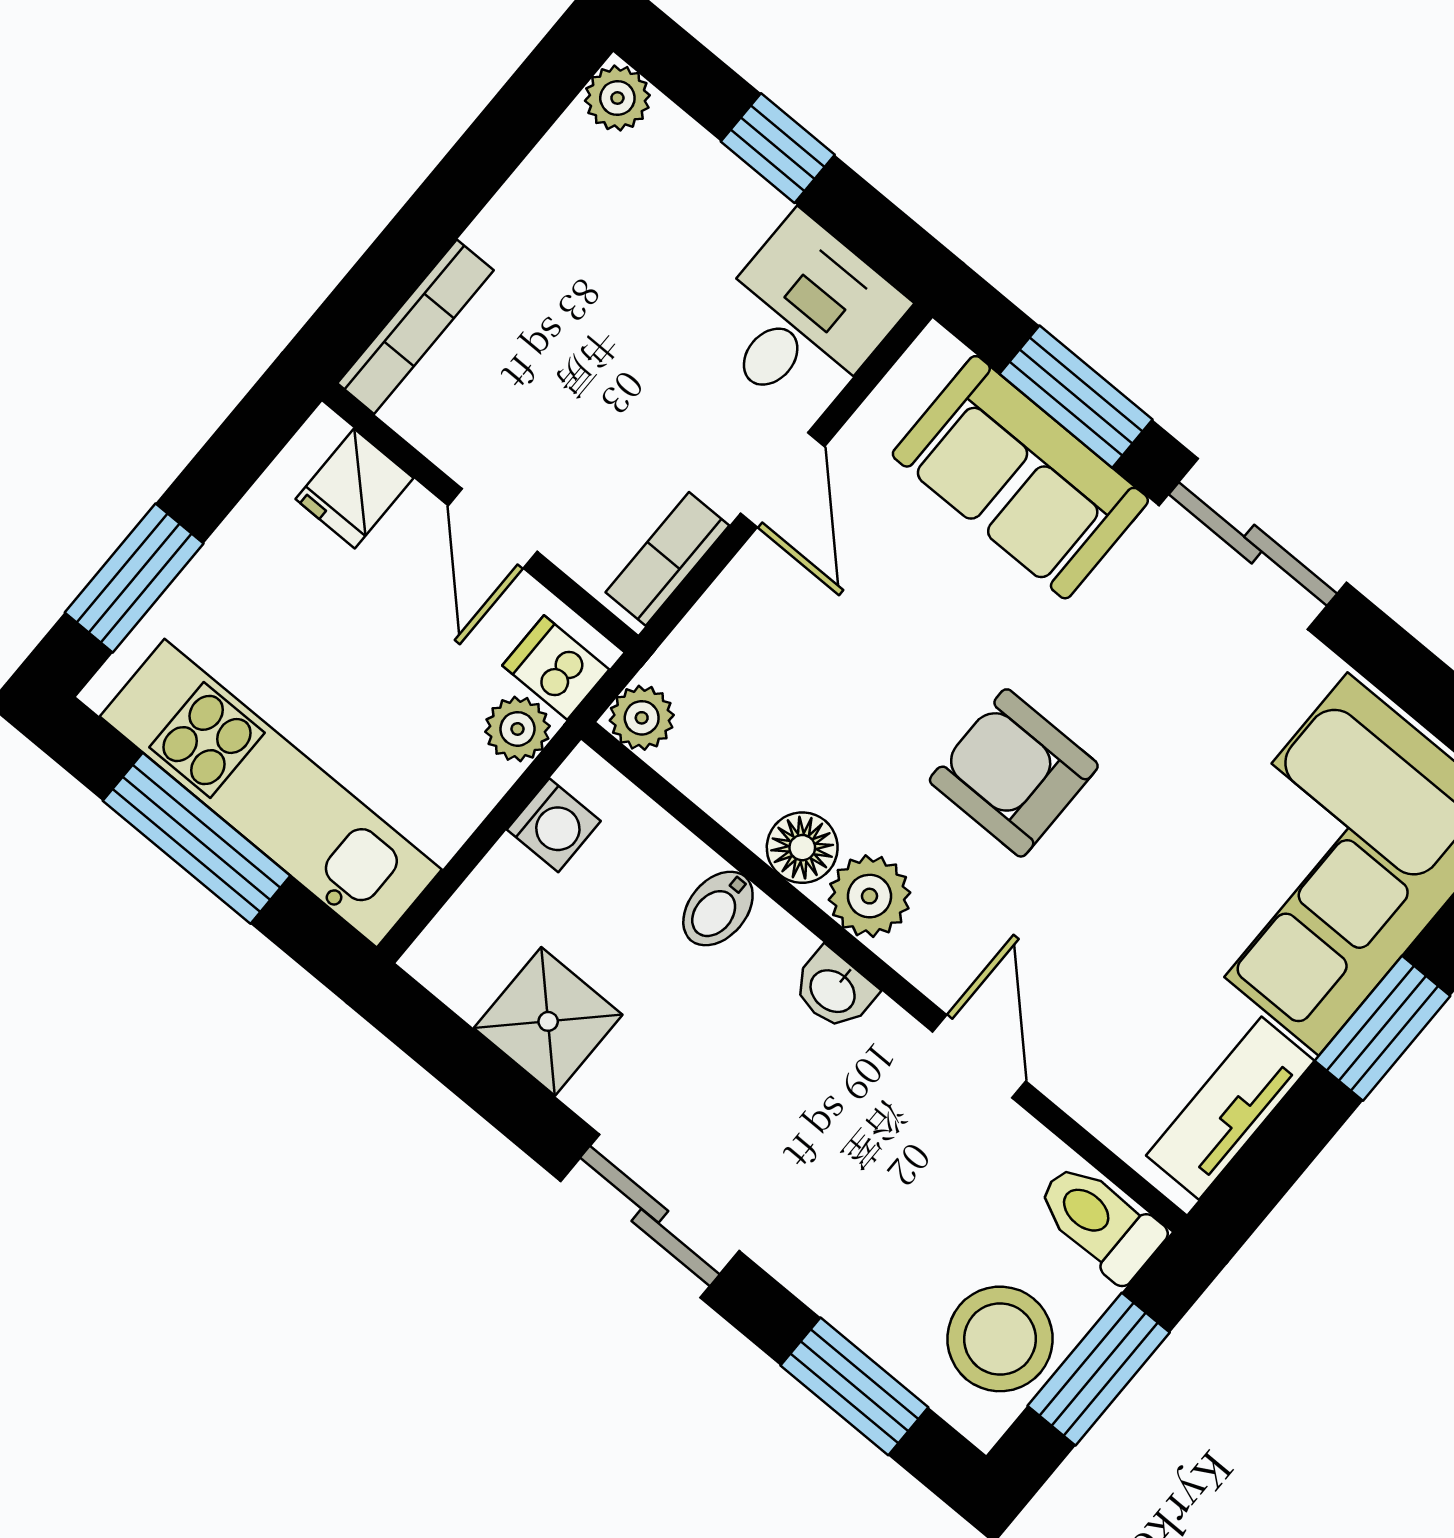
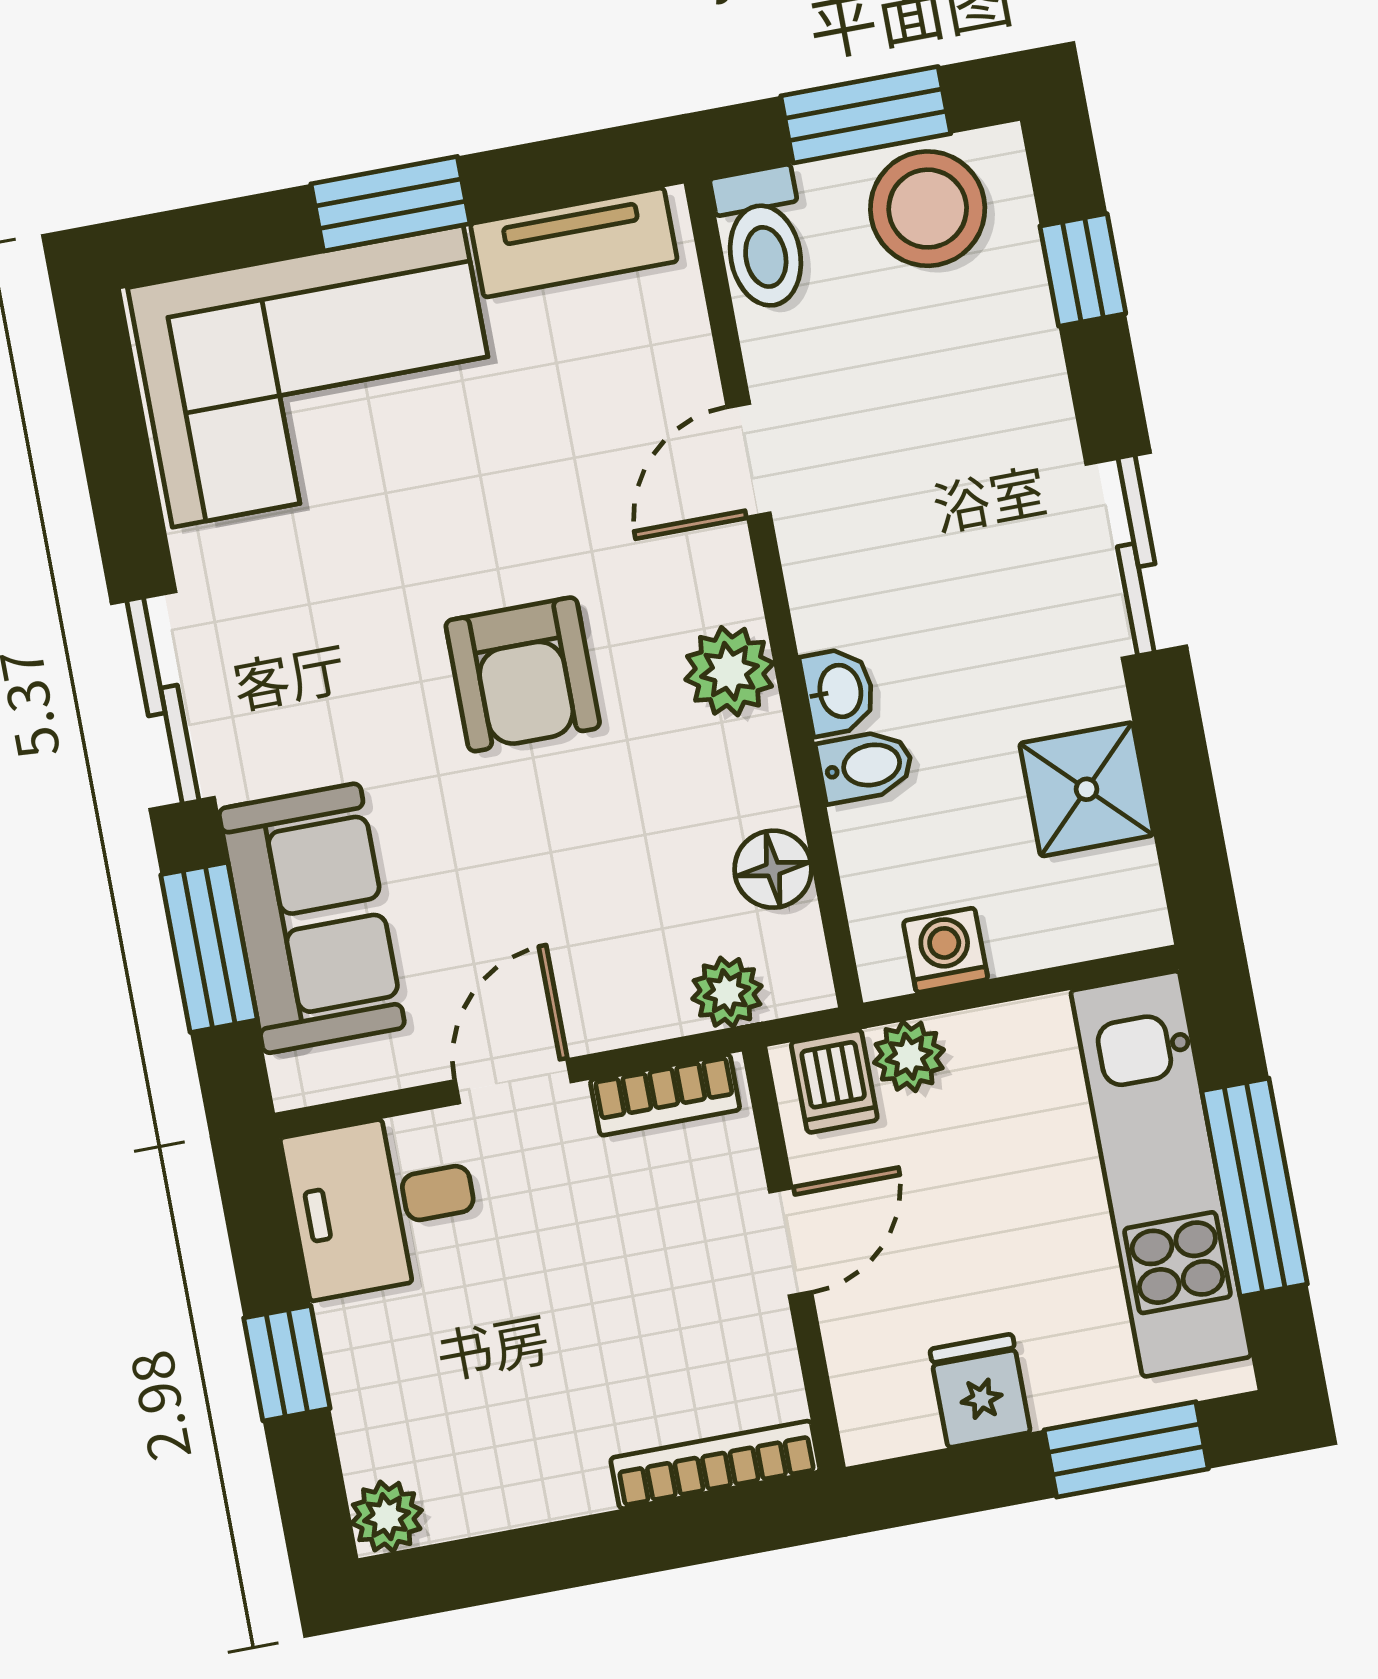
fridge: (354, 489) -> (980, 1391), moved, turned -90
plant: (642, 718) -> (727, 992), moved
floor lamp: (802, 848) -> (773, 869), moved
washbasin: (834, 990) -> (838, 691), moved
window: (854, 1386) -> (1083, 270), width x0.67

